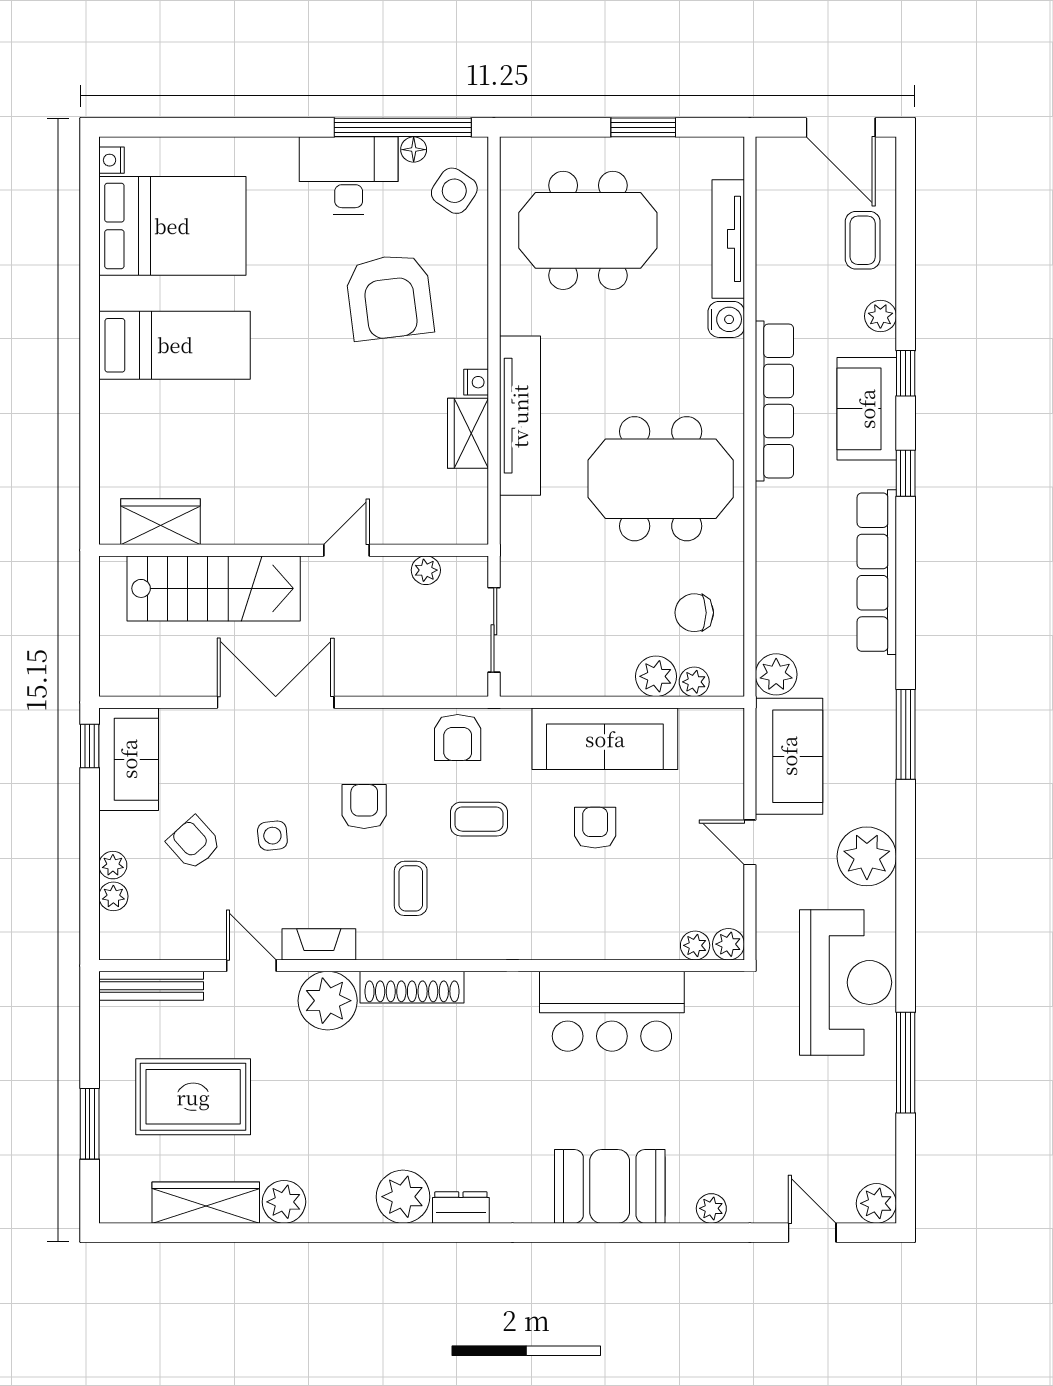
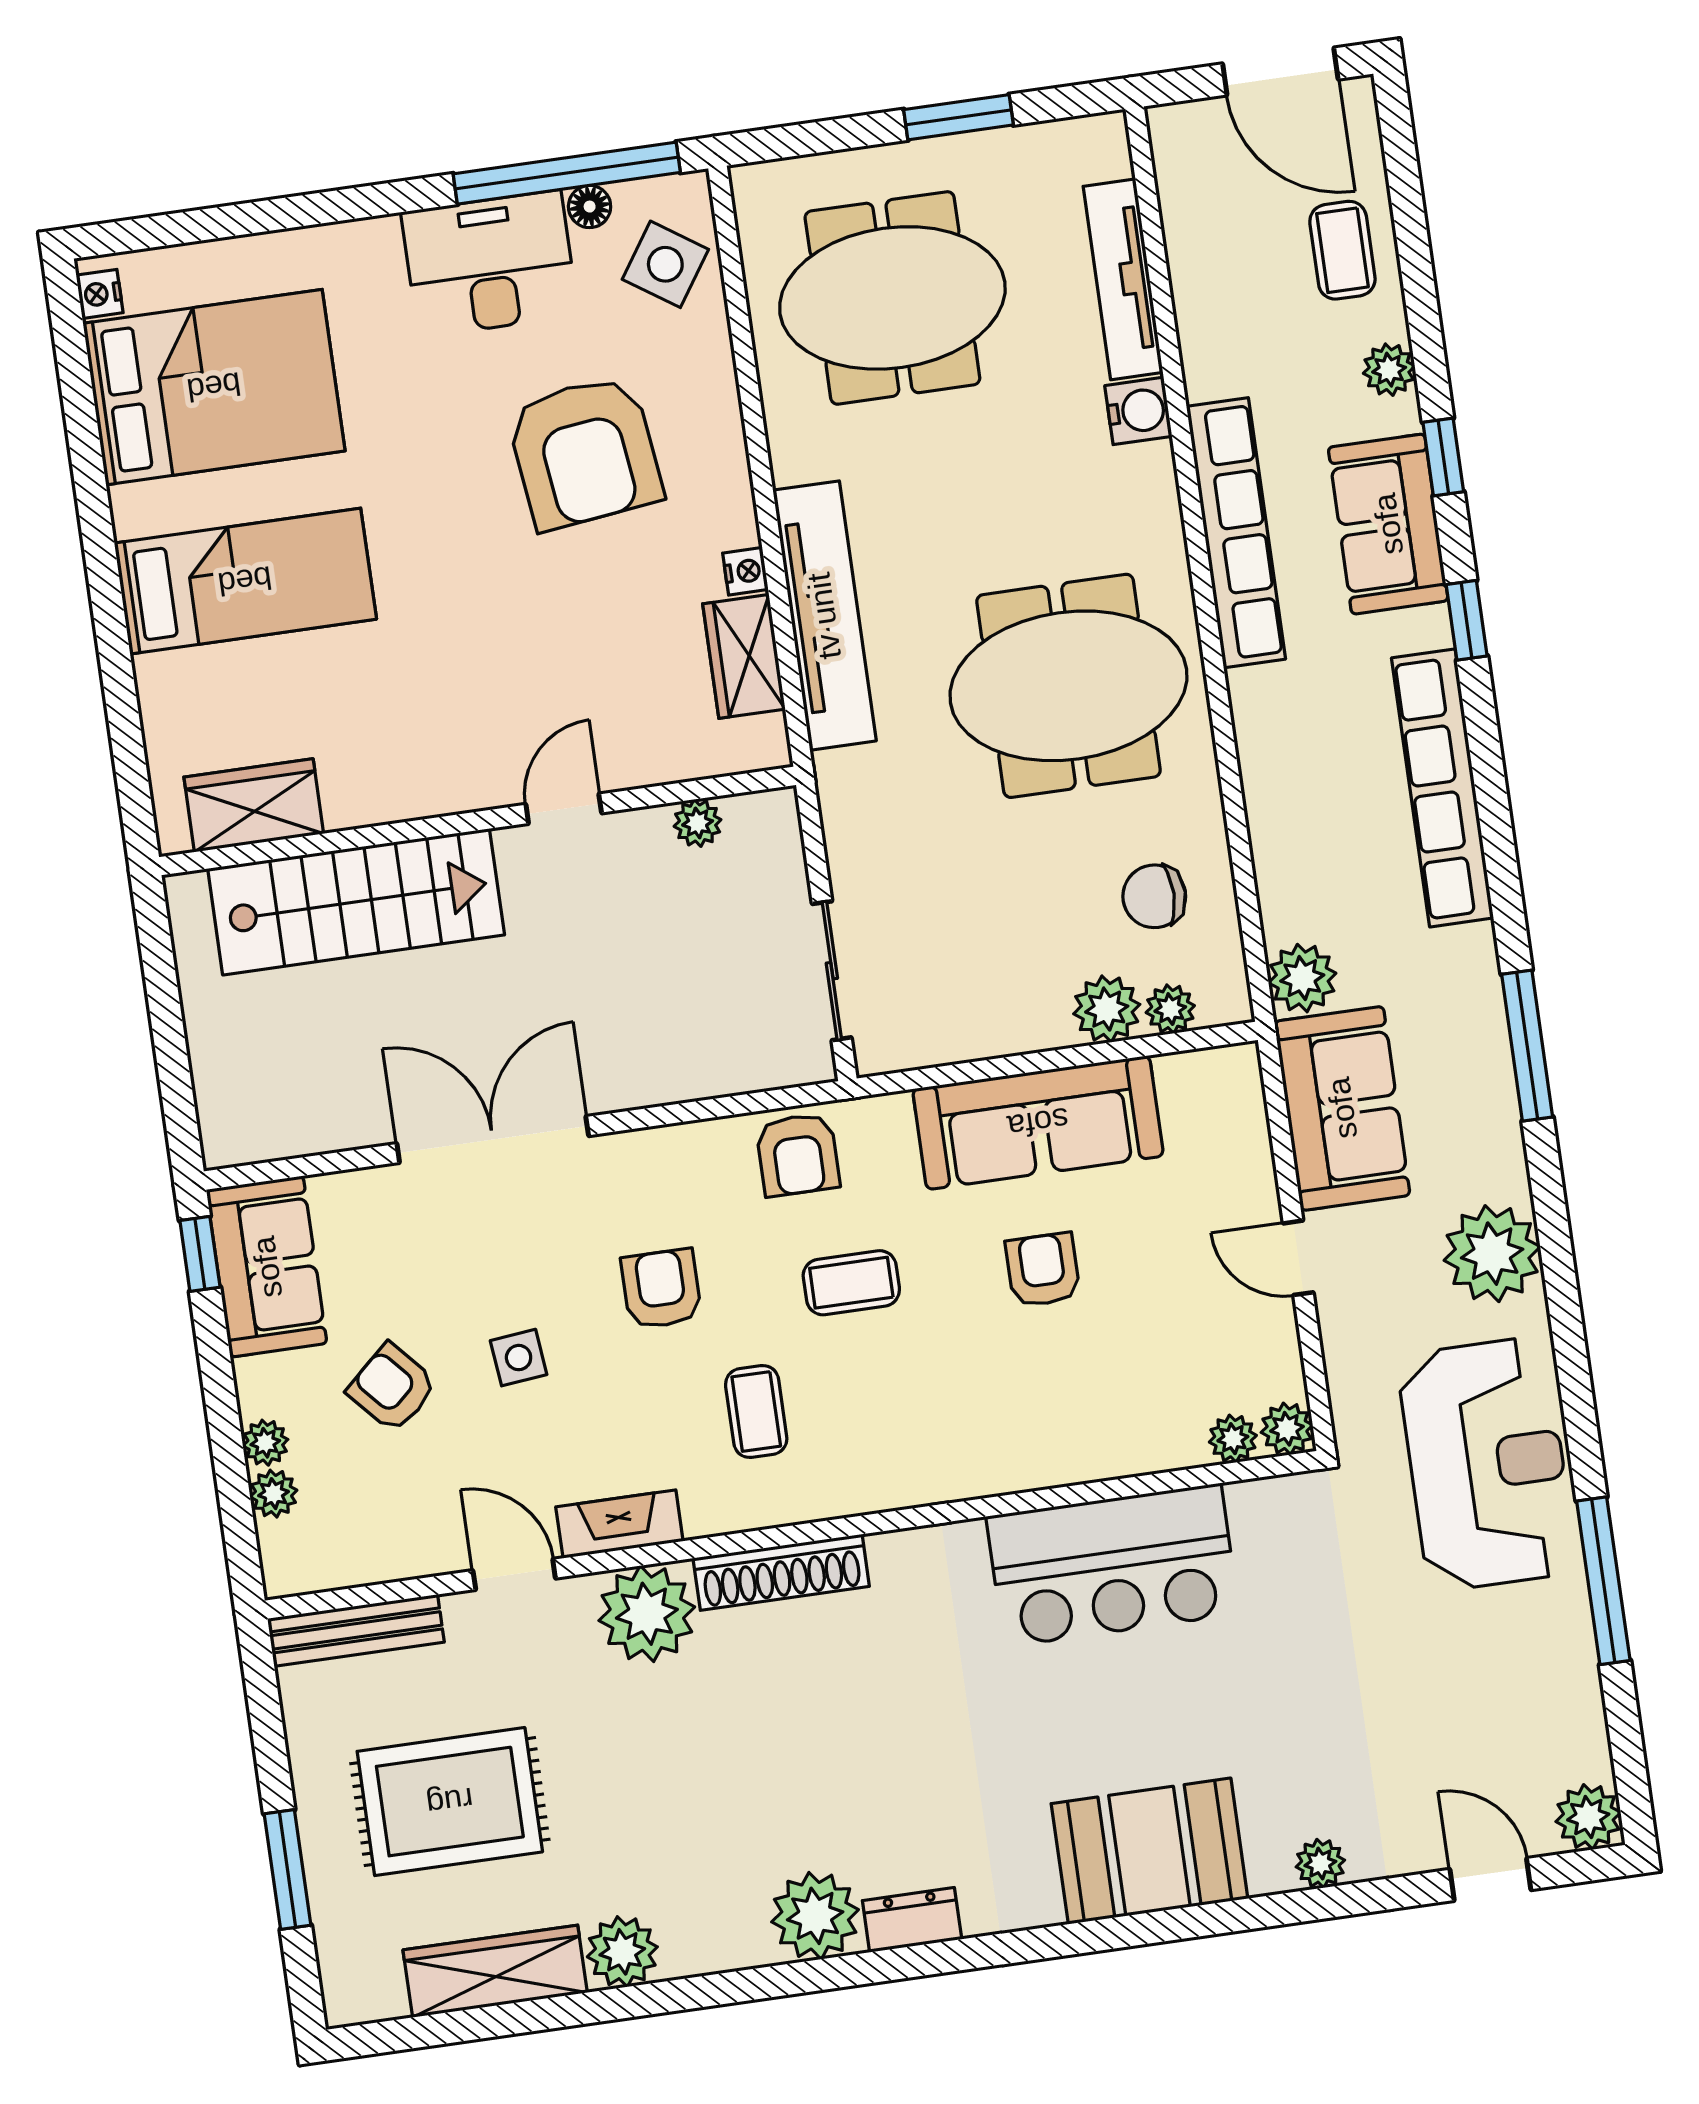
wardrobe: (160, 522) -> (254, 805), moved
wall: (294, 550) -> (477, 821), moved
door: (347, 550) -> (564, 809), moved
plant: (426, 570) -> (698, 823), moved
stairs: (214, 588) -> (356, 902), moved

